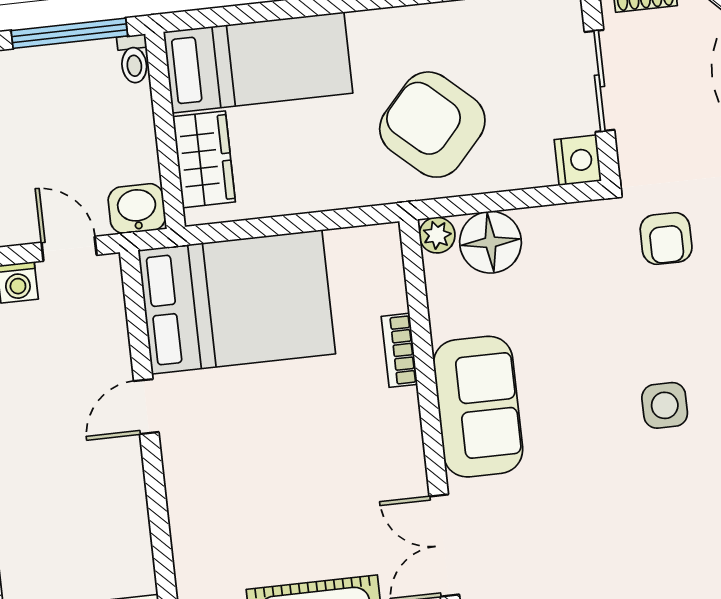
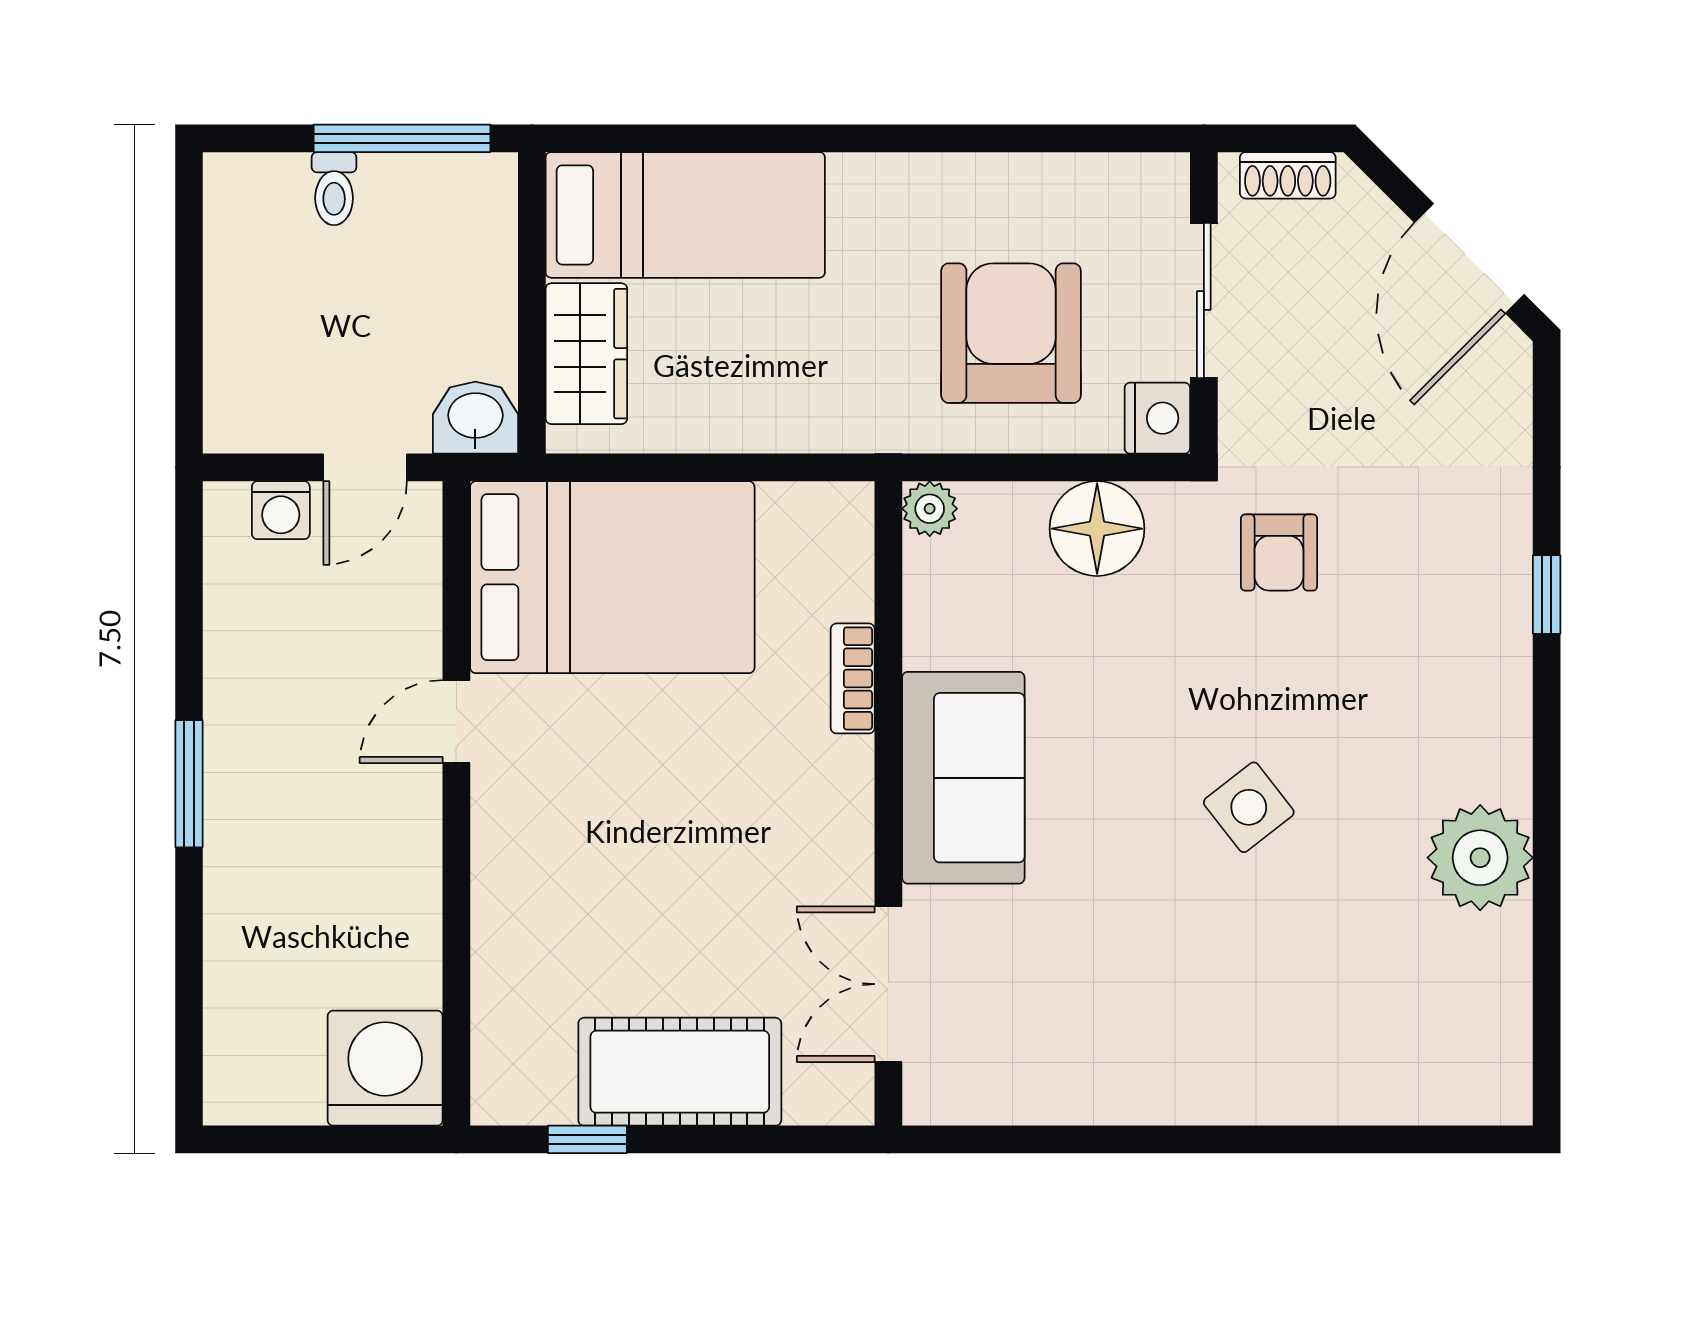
toilet: (134, 59) -> (334, 189), moved
armchair: (432, 125) -> (1011, 333), moved, turned 48
floor lamp: (491, 242) -> (1097, 529), moved
door: (69, 249) -> (365, 467), swing flipped
side table: (665, 405) -> (1249, 807), turned -38

